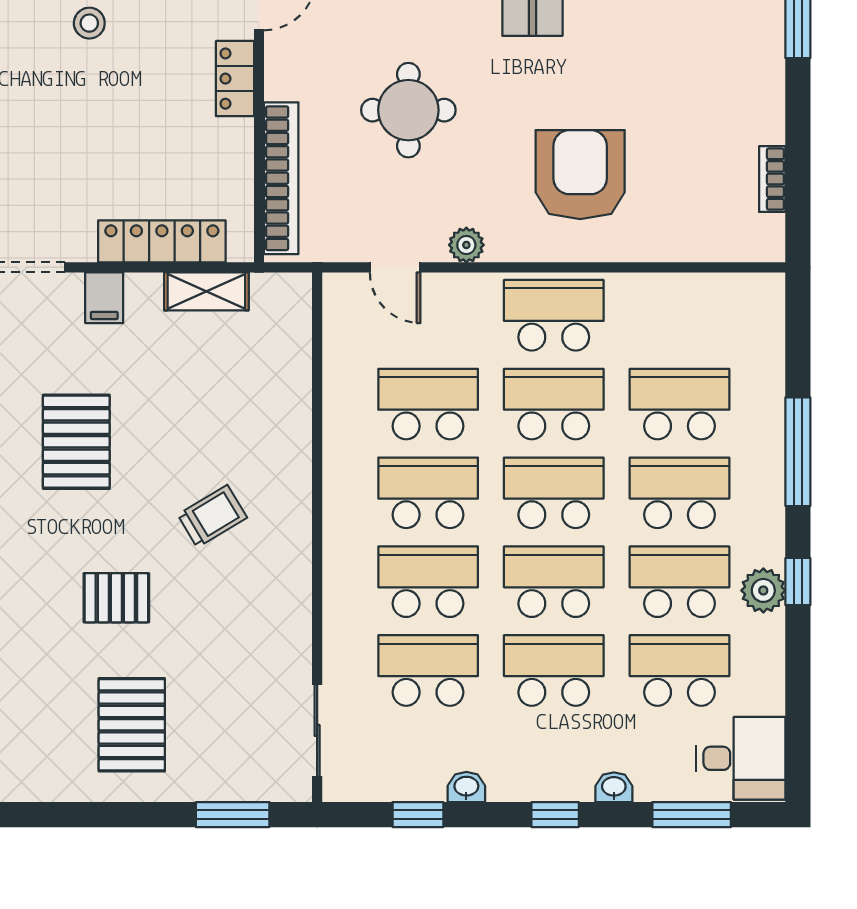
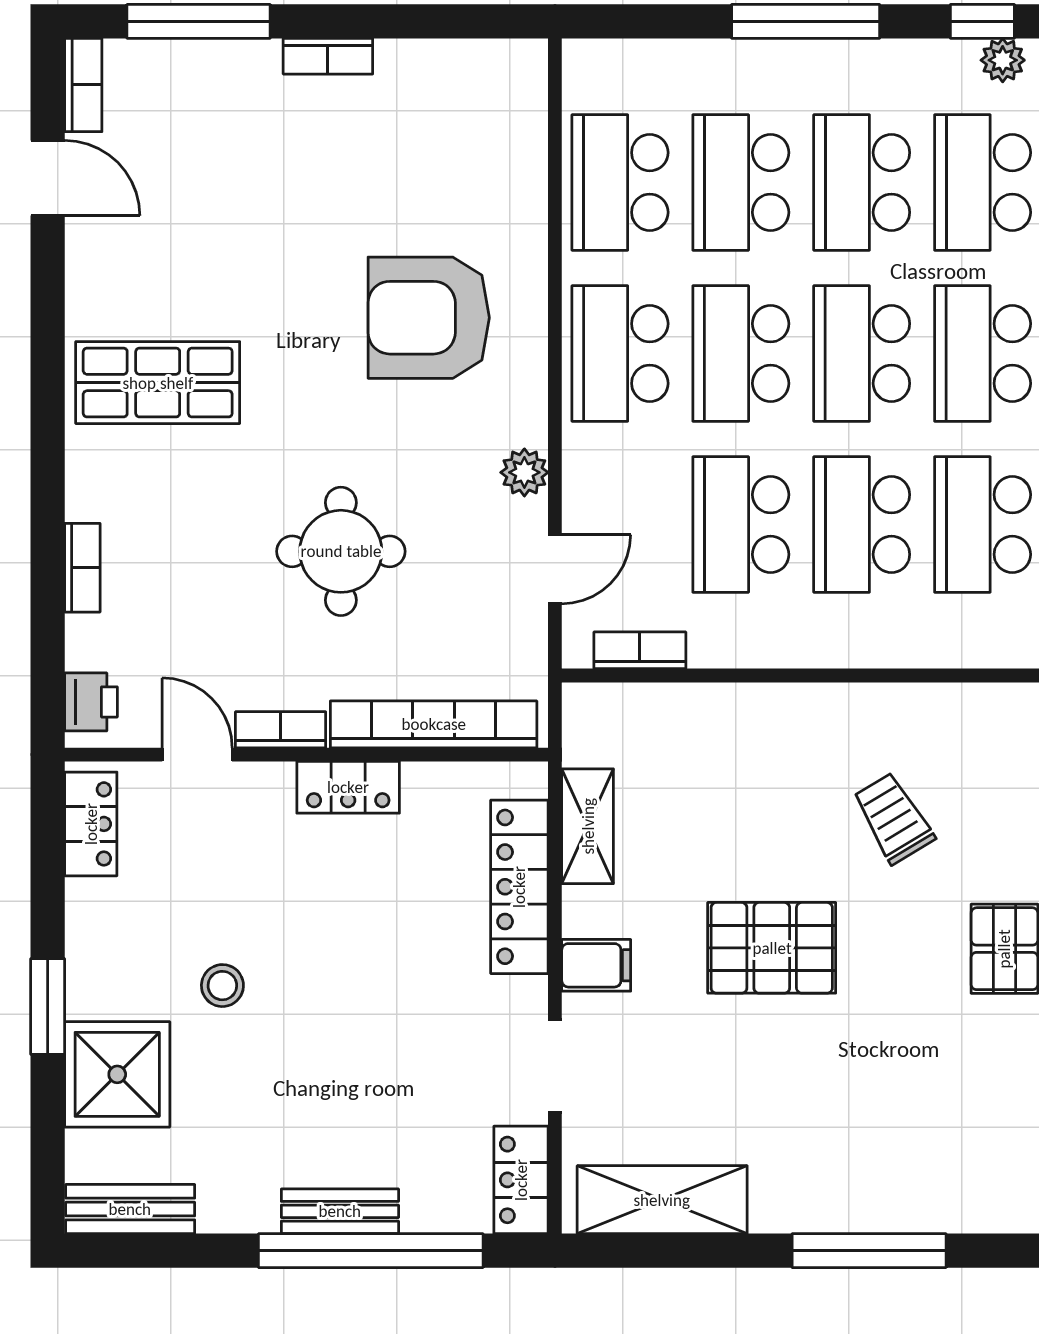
bookcase: (277, 66) -> (281, 730), added
locker: (235, 79) -> (348, 787), moved
bookcase: (772, 179) -> (328, 56), moved
school desk: (679, 315) -> (620, 182), added
bookcase: (336, 330) -> (640, 650), added
pallet: (76, 442) -> (772, 948), moved
plant: (763, 590) -> (1003, 60), width x0.73, depth x0.73

